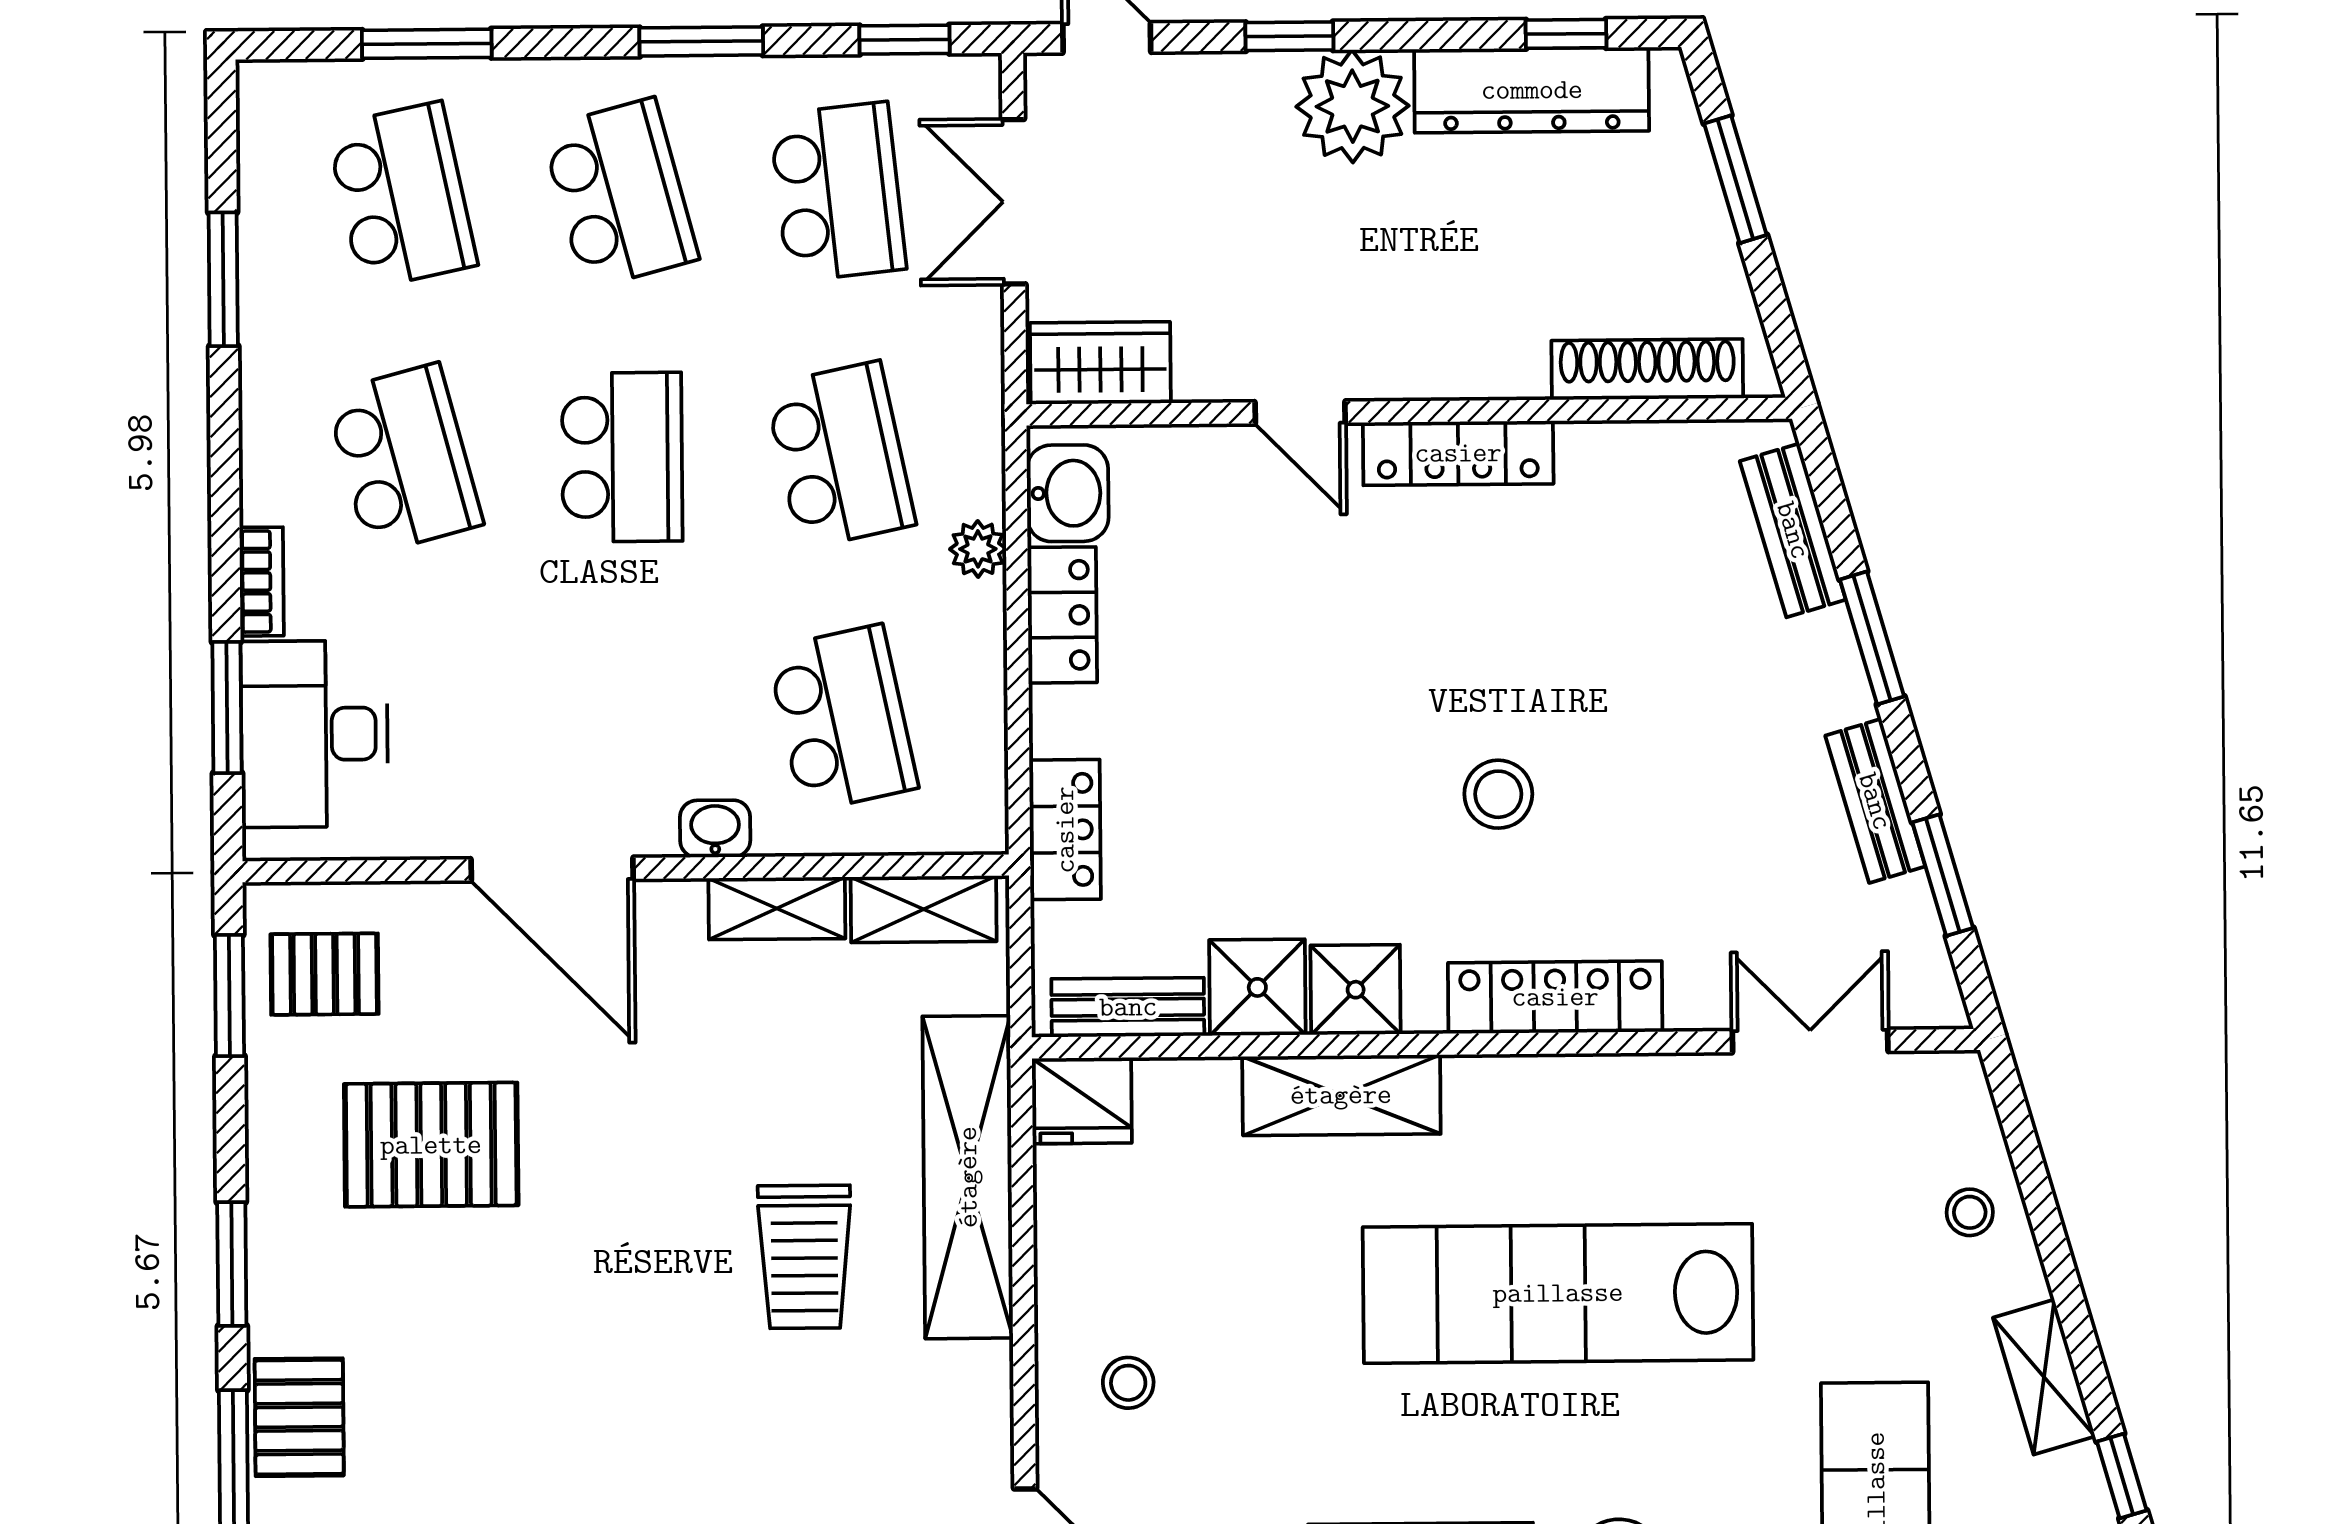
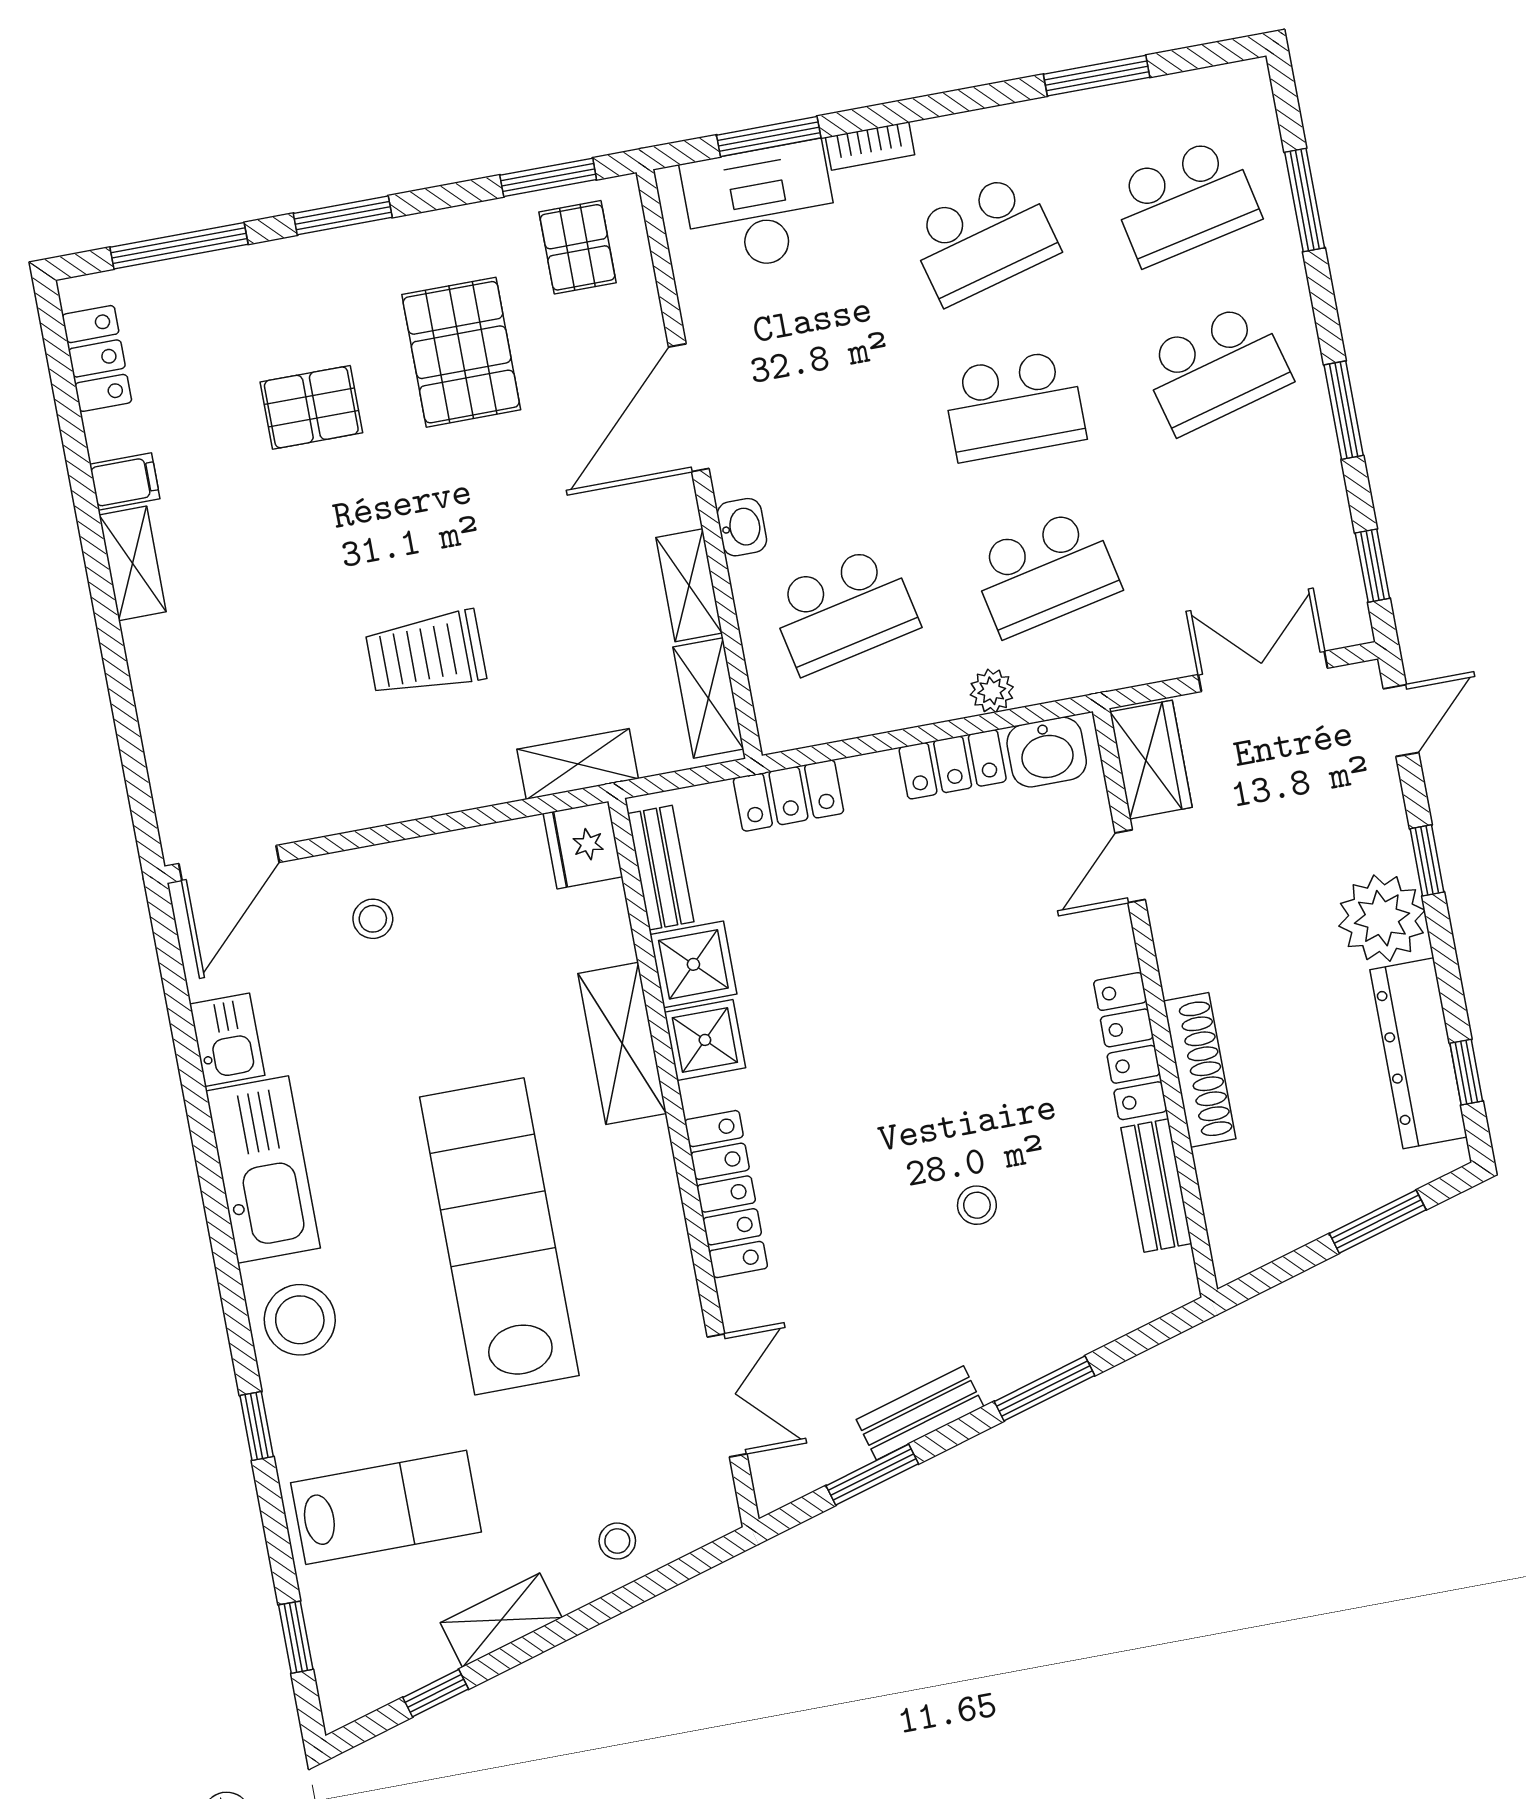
school desk: (838, 192) -> (1247, 535), removed
shoe rack: (1647, 369) -> (1200, 1070), moved
door: (1300, 412) -> (1130, 866), moved
bench: (1793, 530) -> (1156, 1186), moved, turned -74
stool: (1498, 794) -> (977, 1205), moved, width x0.73, depth x0.73
shelving: (968, 1177) -> (578, 764), width x0.45, depth x0.75
pallet: (299, 1417) -> (311, 407), moved

